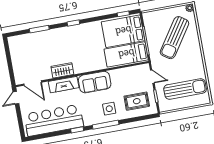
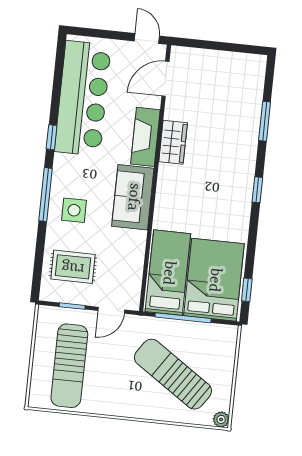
rug: (137, 101) -> (73, 267), turned 90

